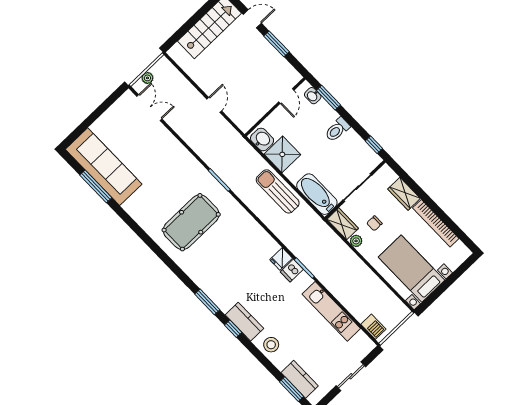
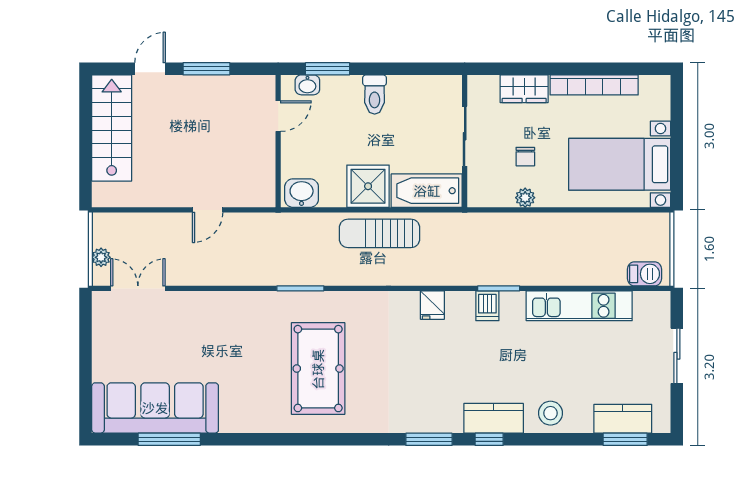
door: (286, 96) -> (278, 116), hinge flipped
door: (214, 105) -> (208, 210), swing flipped
window: (374, 145) -> (433, 69), removed
shower: (282, 154) -> (368, 186), moved
wardrobe: (343, 224) -> (490, 194), removed
fridge: (281, 259) -> (432, 305), moved

